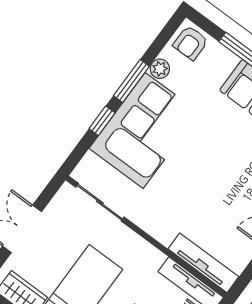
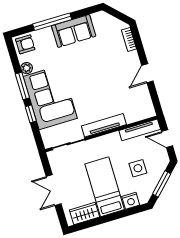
armchair: (191, 43) -> (25, 44), turned -90
tv unit: (203, 263) -> (104, 125), moved

